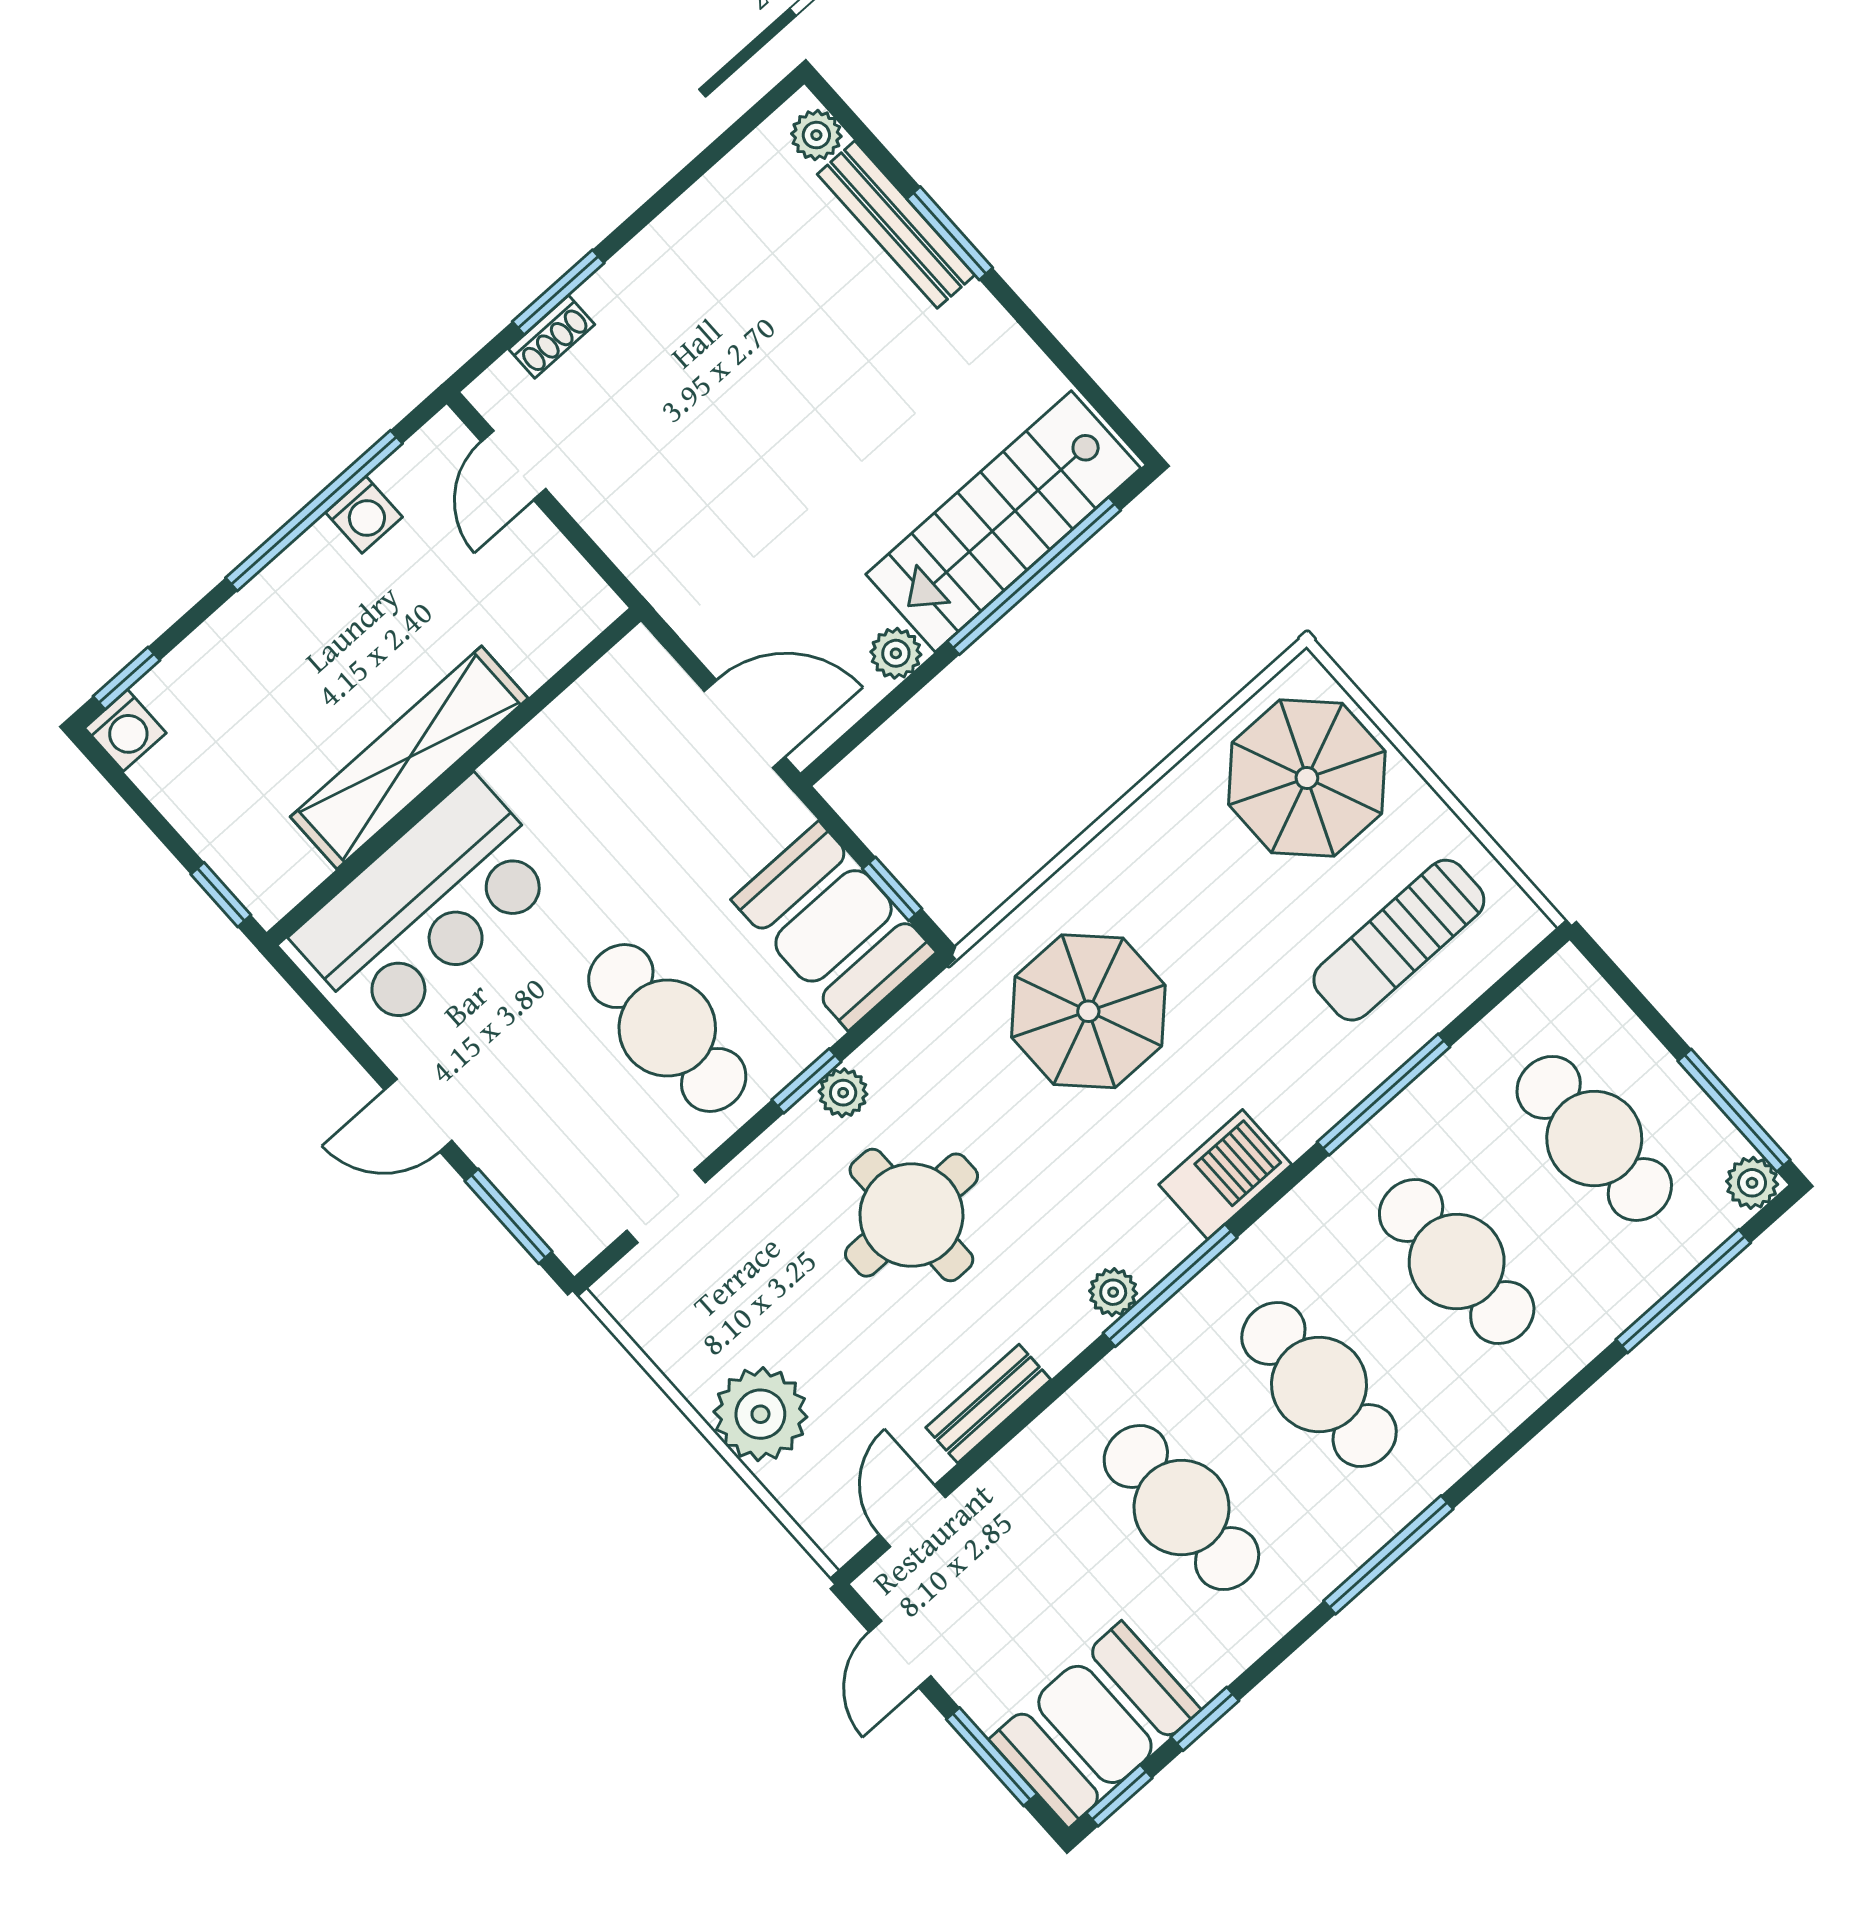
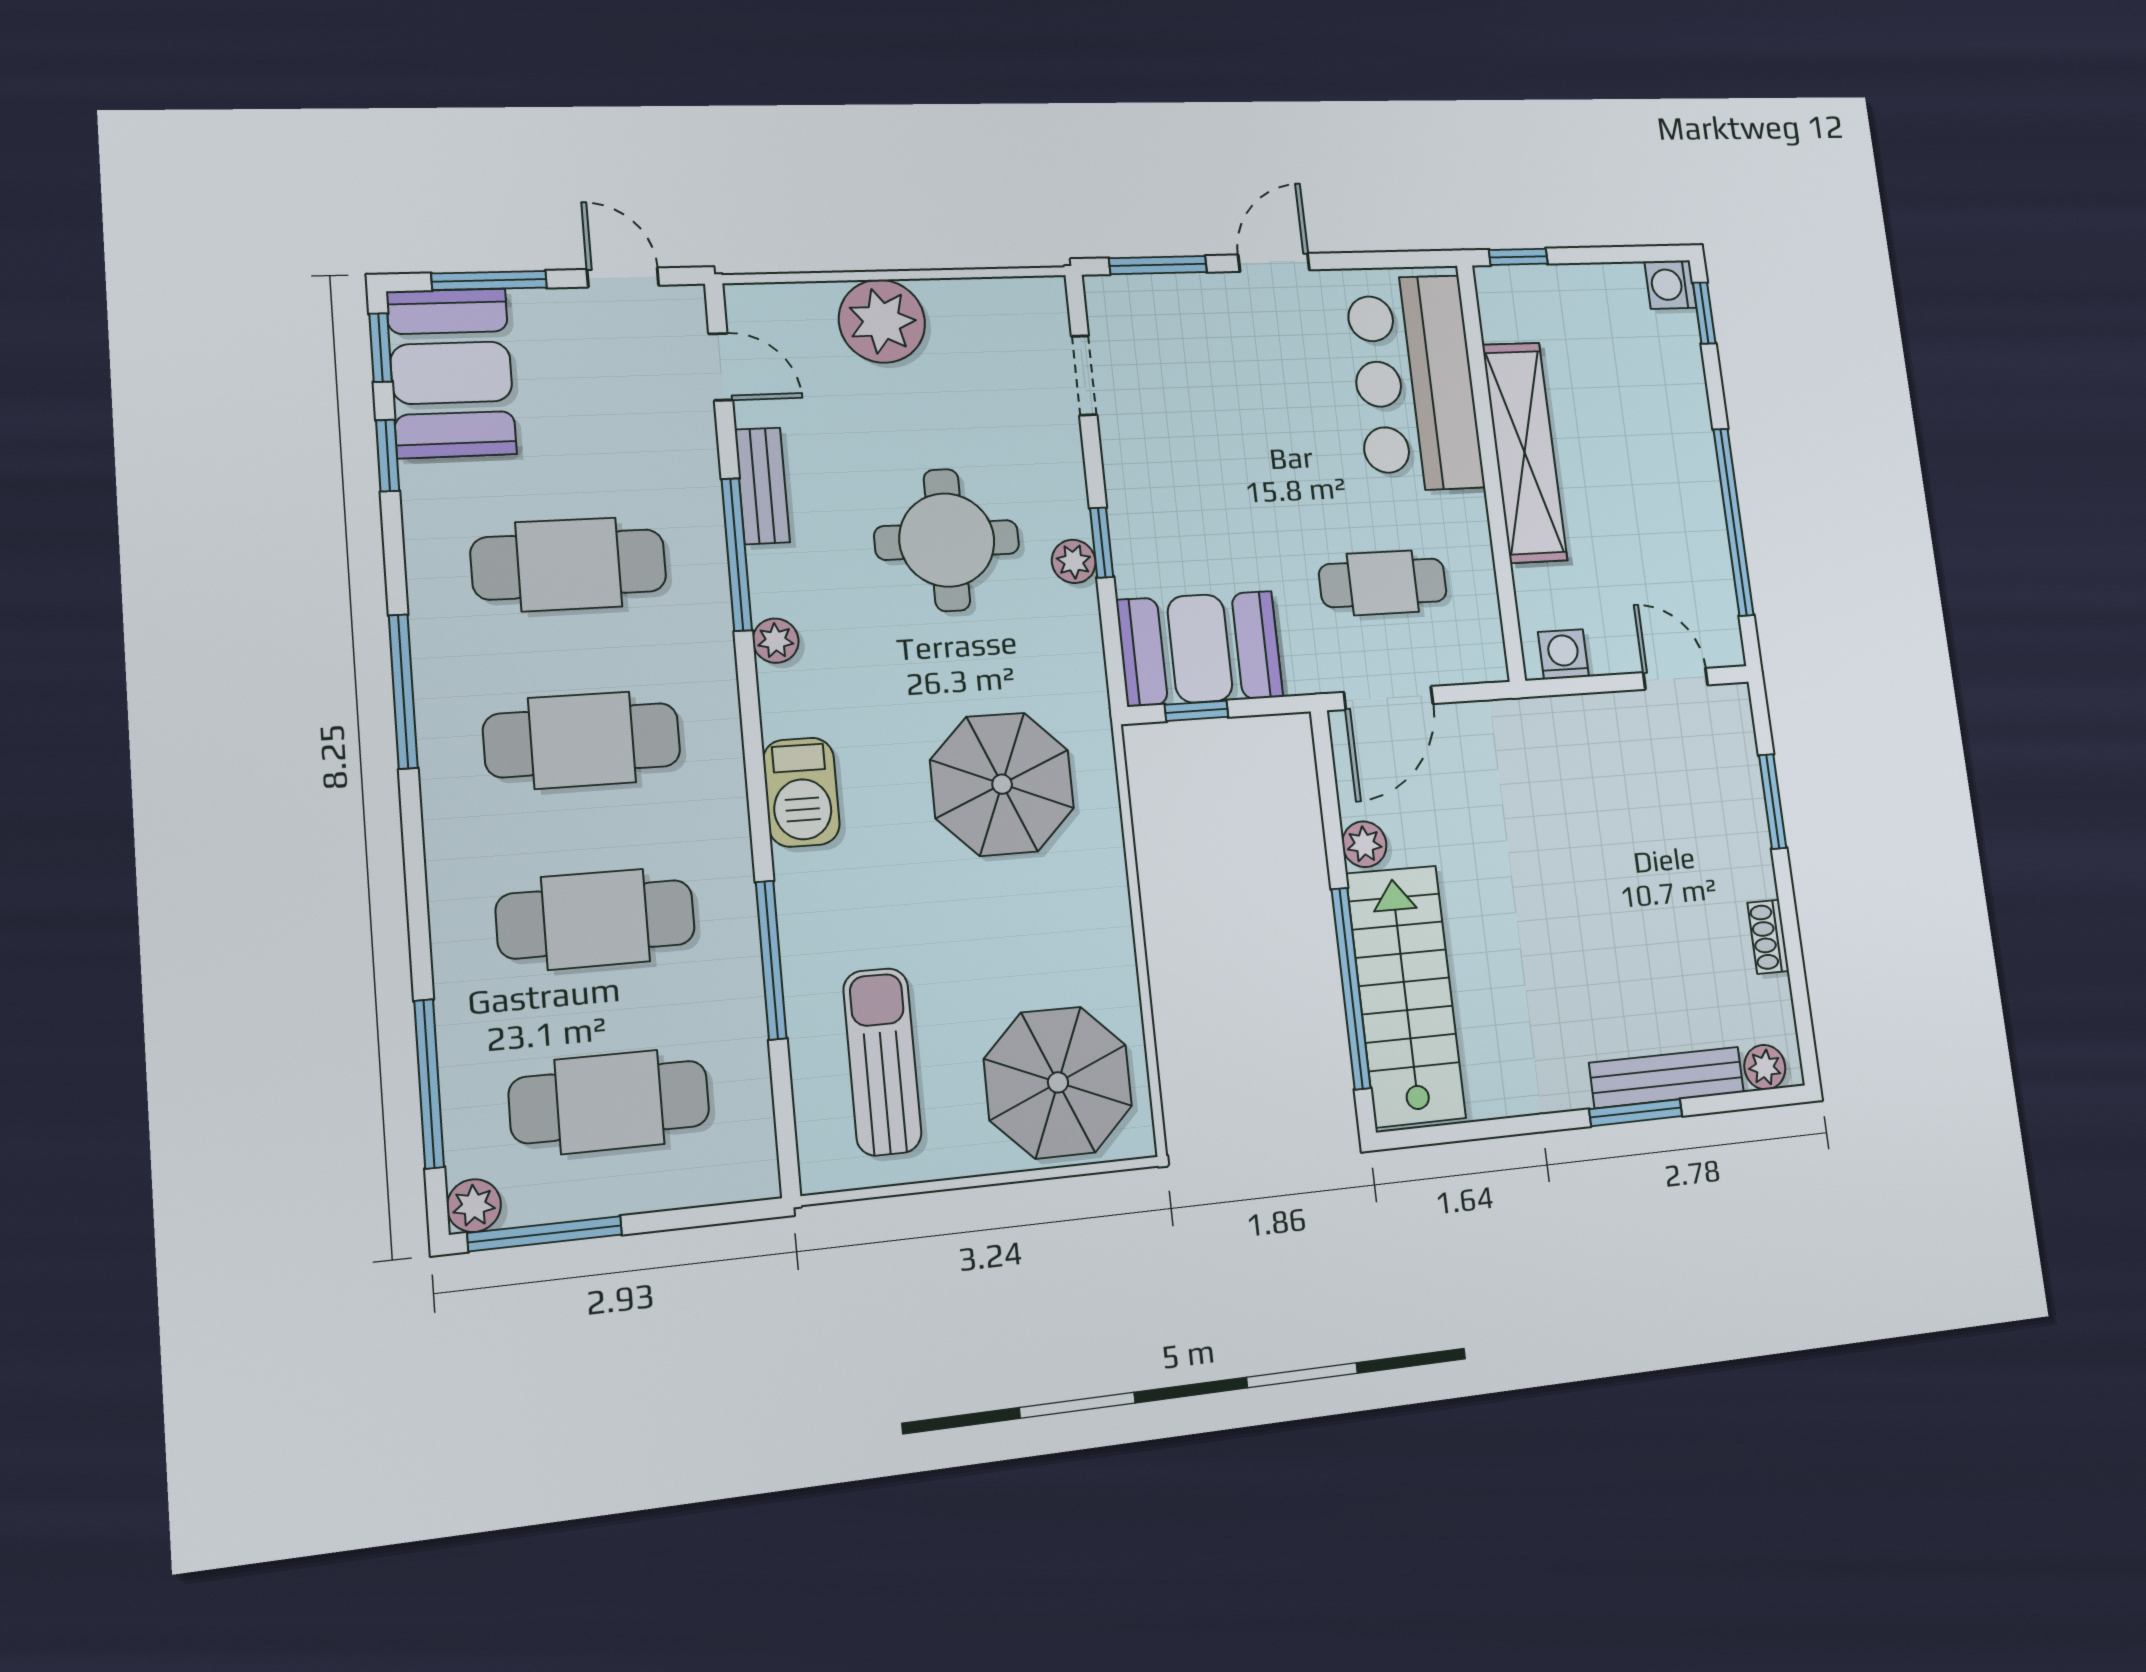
shoe rack: (552, 337) -> (1768, 937), moved
washing machine: (364, 515) -> (1563, 654), moved, turned 90
cafe table: (667, 1028) -> (1383, 583), moved, width x0.73, depth x0.74
window: (1170, 1285) -> (737, 554), moved

